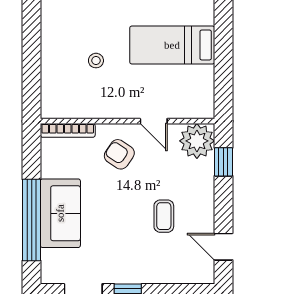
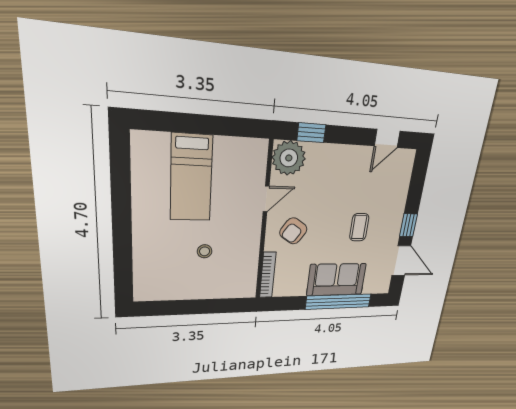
coffee table: (164, 216) -> (359, 227), moved, turned 90

